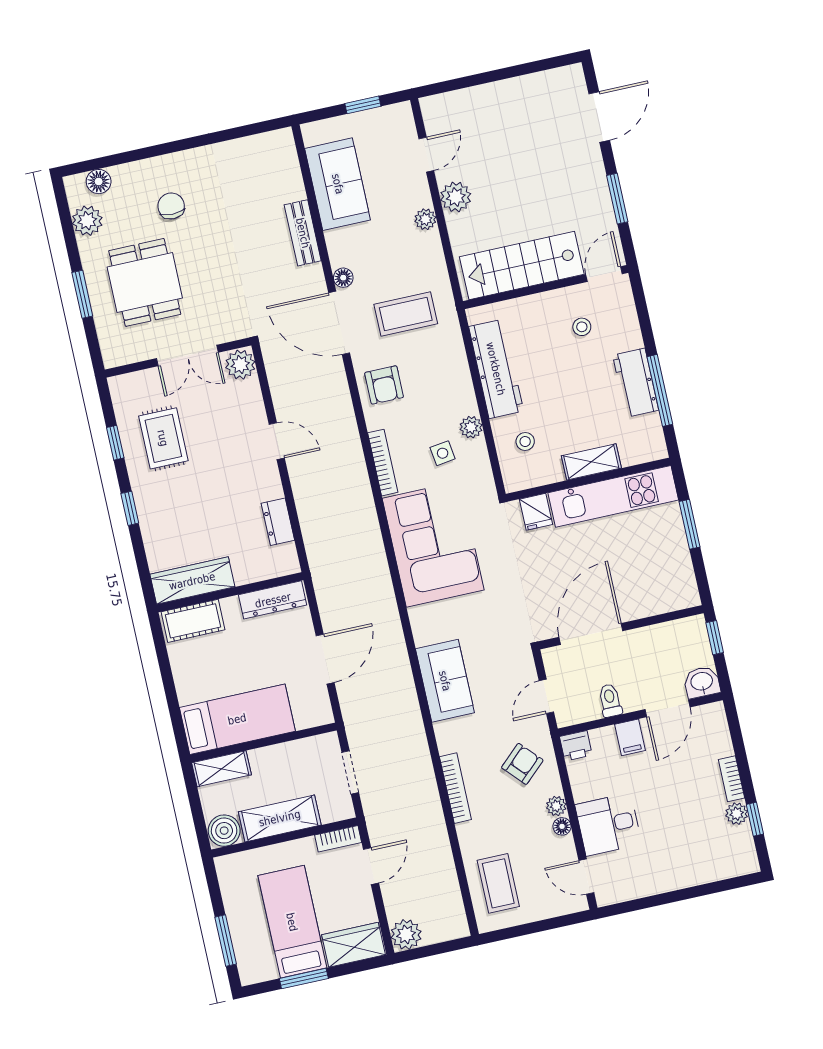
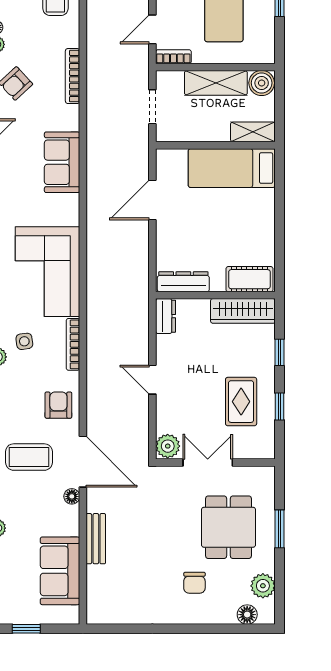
wardrobe: (192, 581) -> (243, 311), moved
wall: (230, 592) -> (215, 295), moved
dresser: (273, 600) -> (183, 282), moved
cot: (193, 621) -> (249, 279), moved

